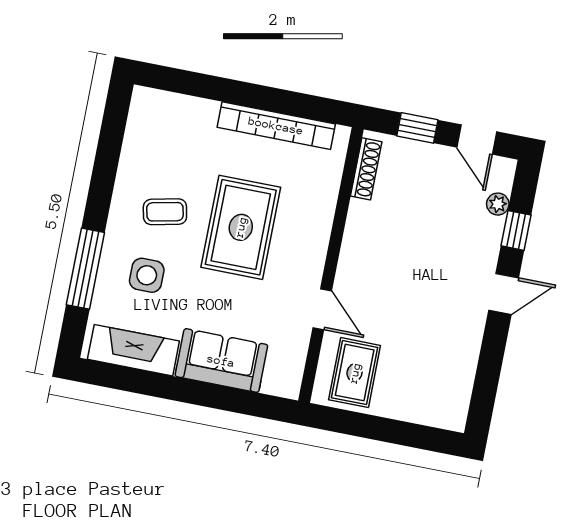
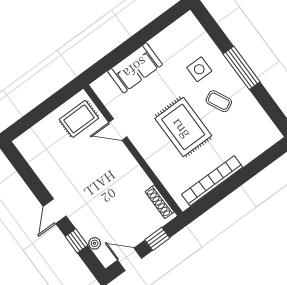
coffee table: (165, 212) -> (219, 101), turned 76
window: (85, 269) -> (241, 68), moved
fireplace: (133, 350) -> (173, 35), removed
rug: (355, 373) -> (79, 119), turned 90

